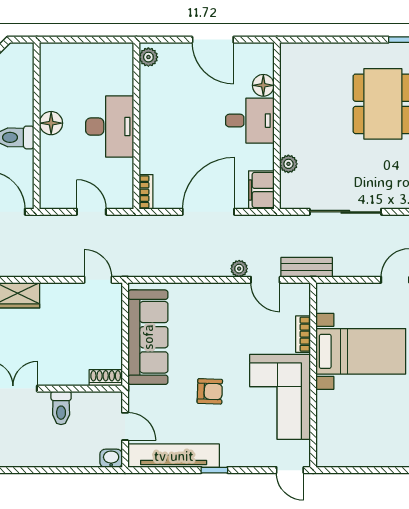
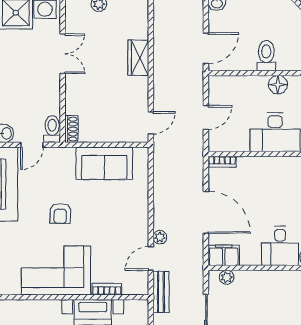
plant: (288, 164) -> (227, 277), moved
sofa: (148, 337) -> (104, 163), width x0.73
toilet: (61, 408) -> (52, 129), moved, turned 90

